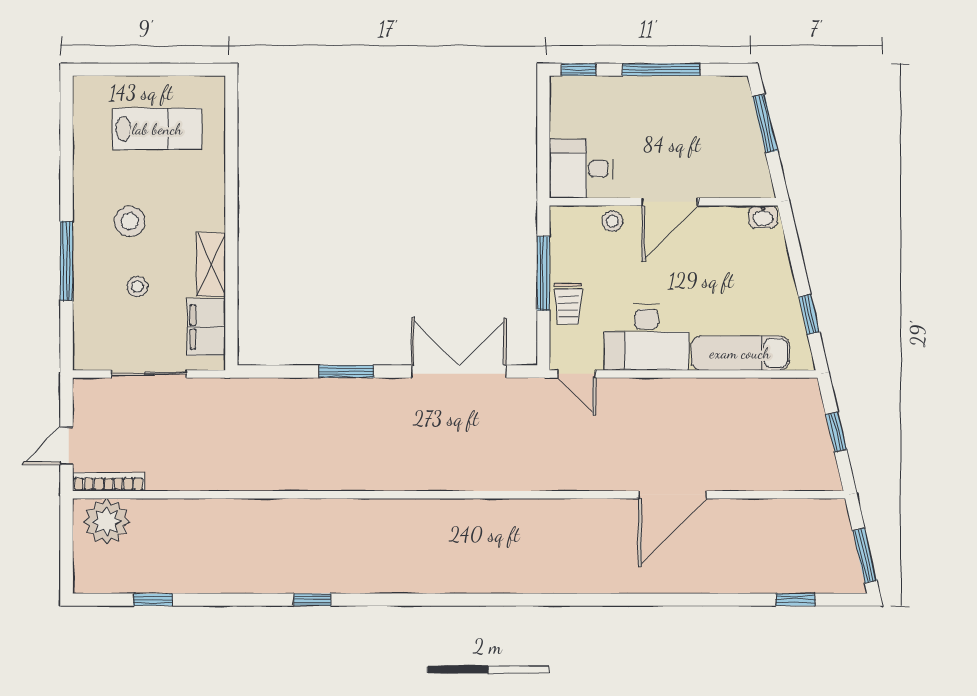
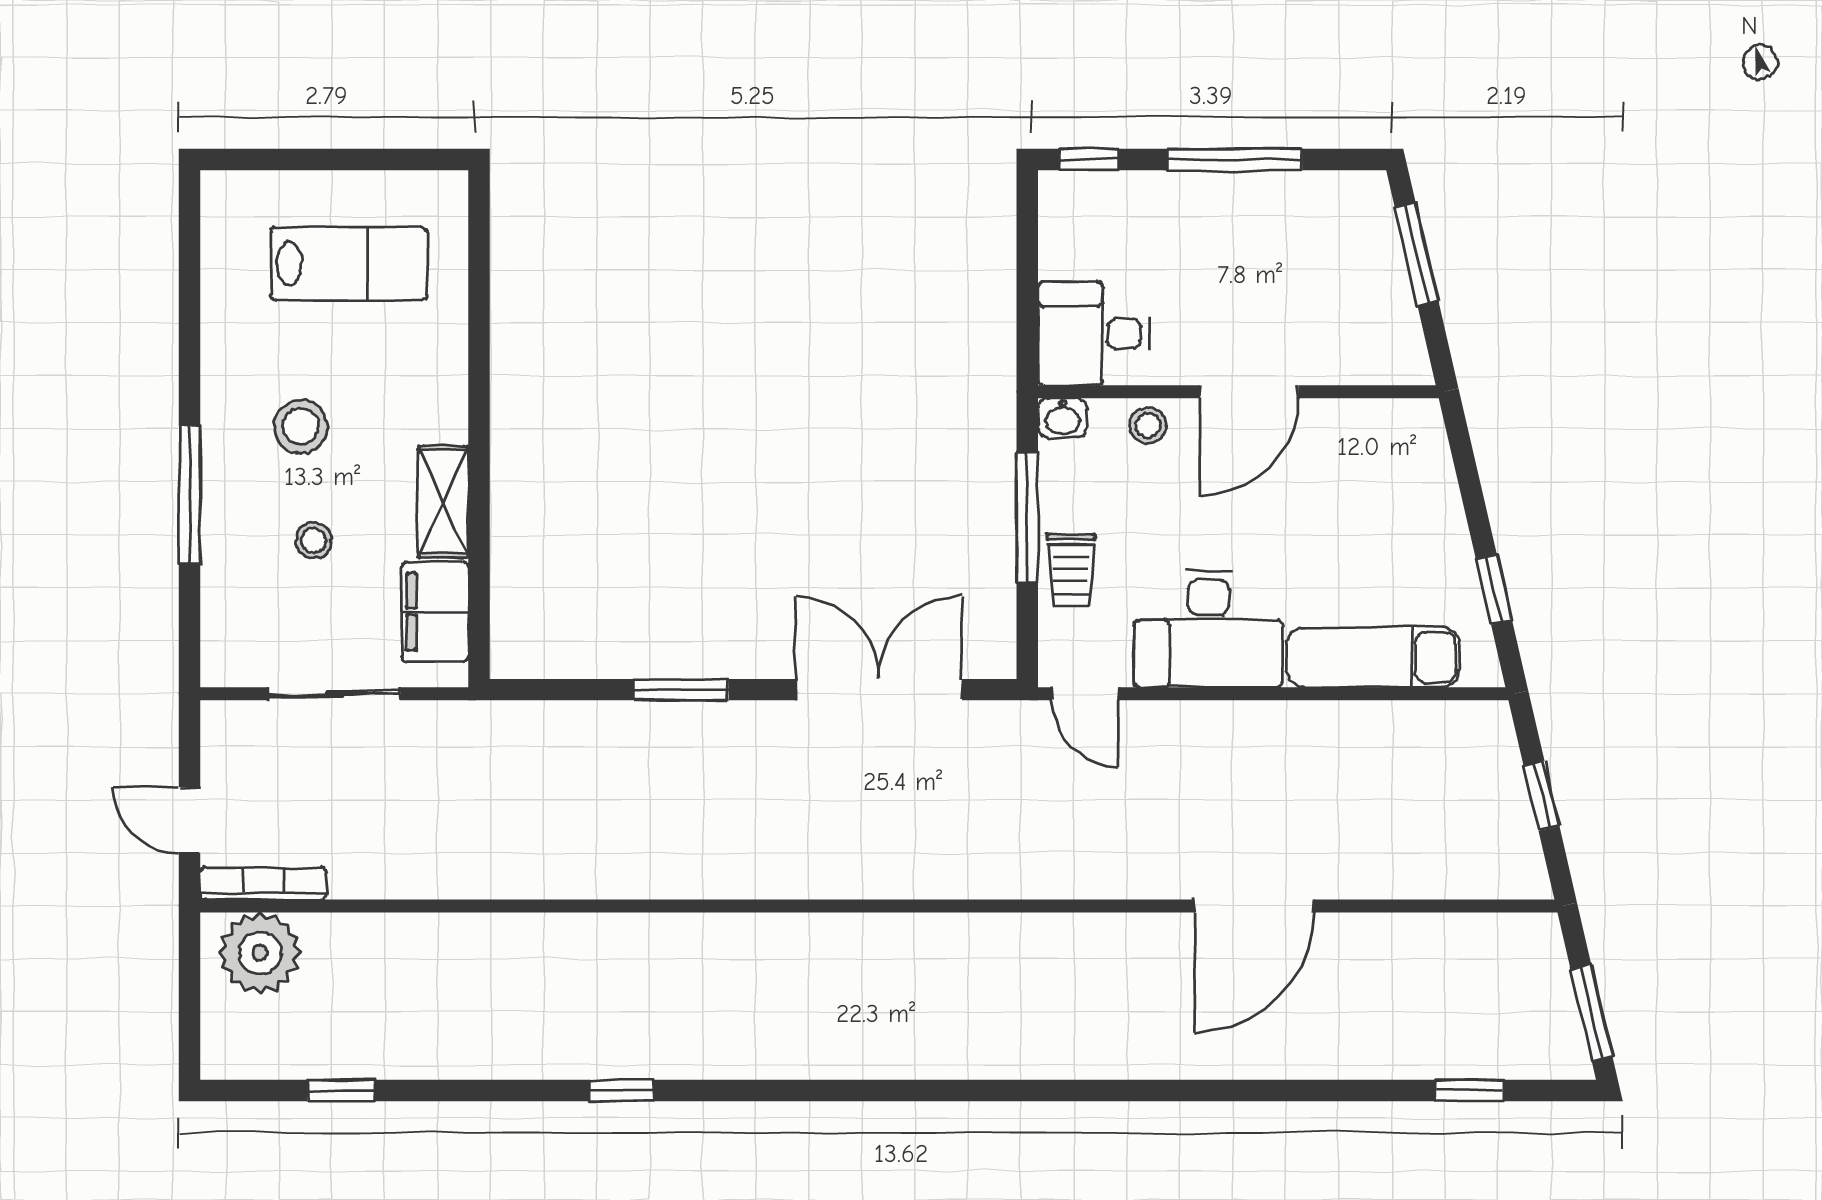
washbasin: (763, 217) -> (1062, 418), moved
door: (66, 446) -> (190, 820), hinge flipped

